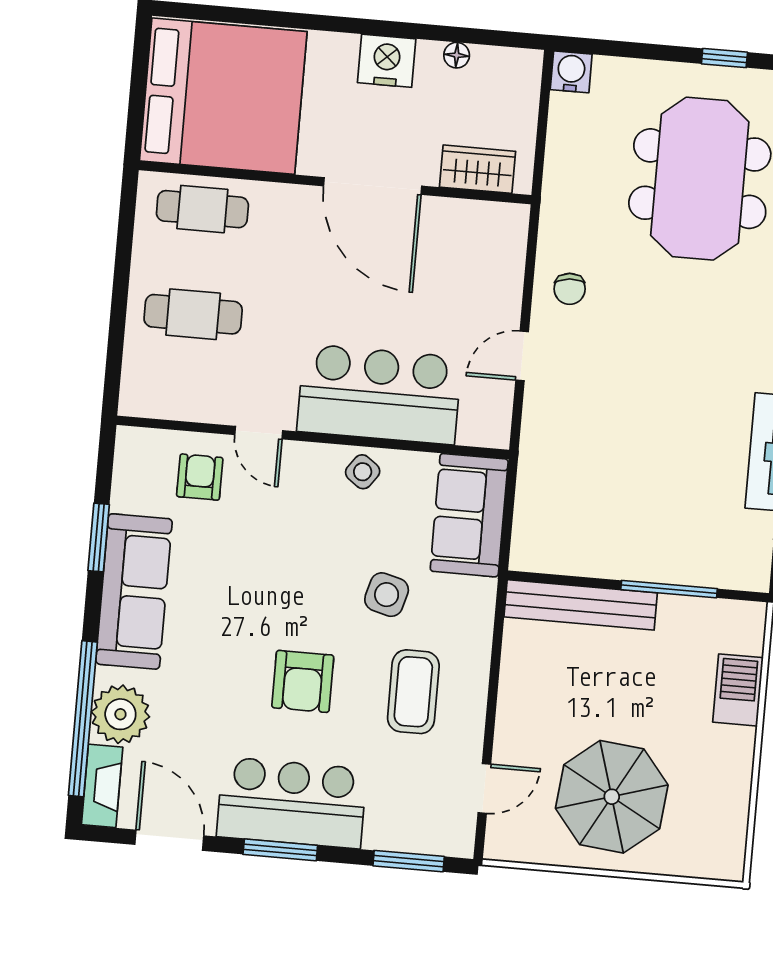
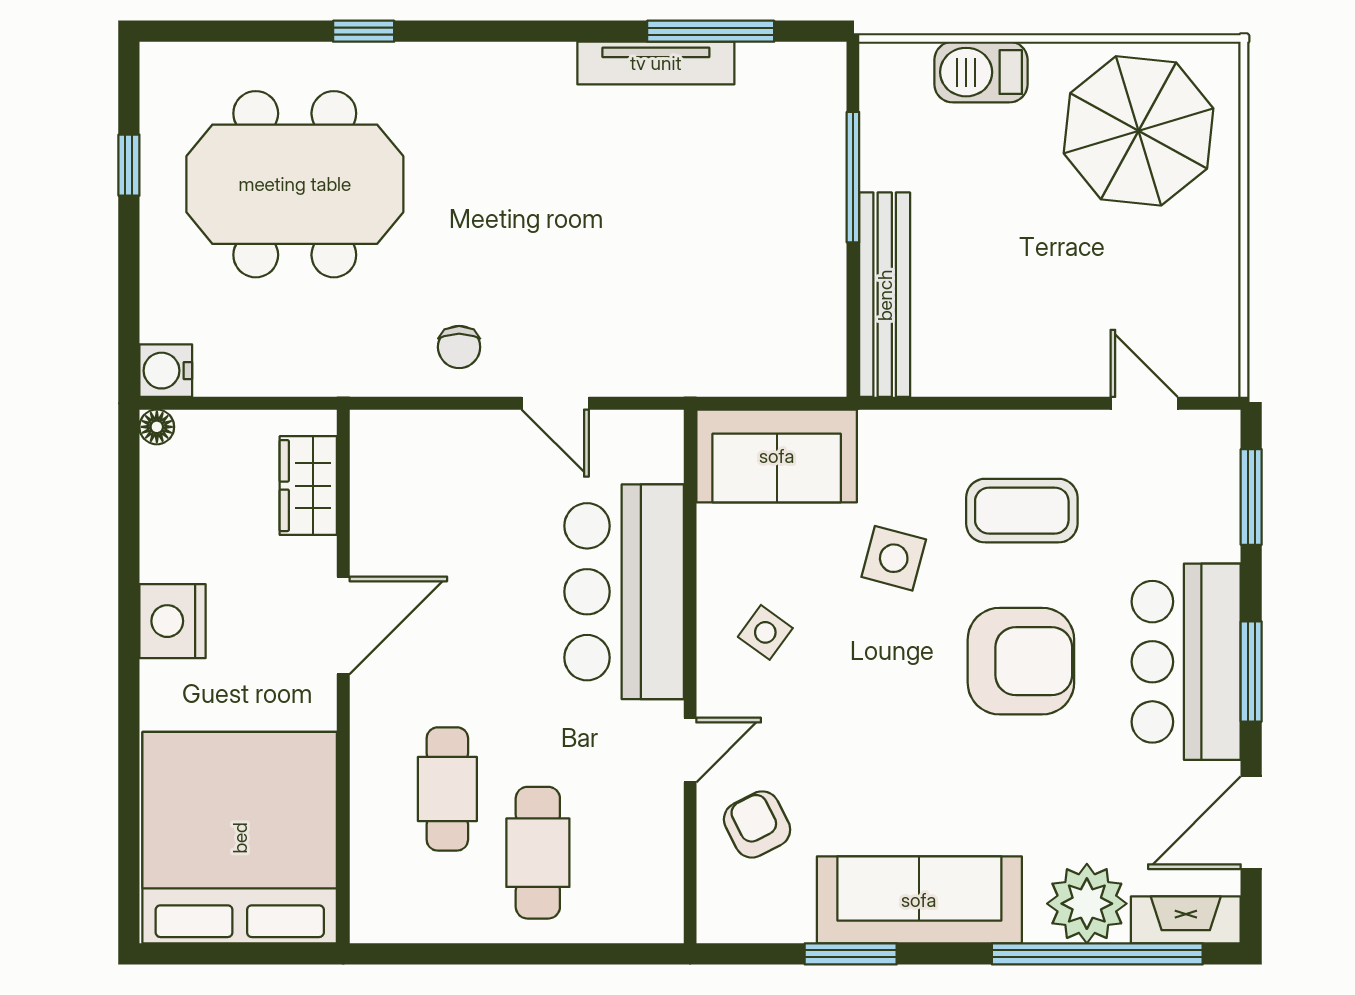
floor lamp: (457, 55) -> (157, 427), moved
door: (373, 186) -> (343, 625), width x0.73
cafe table: (202, 209) -> (447, 789), moved
chair: (570, 289) -> (459, 347), turned 95
side table: (363, 472) -> (765, 632), moved
armchair: (200, 477) -> (757, 824), turned 63
armchair: (303, 681) -> (1021, 661), width x1.36, depth x1.36
parasol: (612, 797) -> (1139, 131), moved

